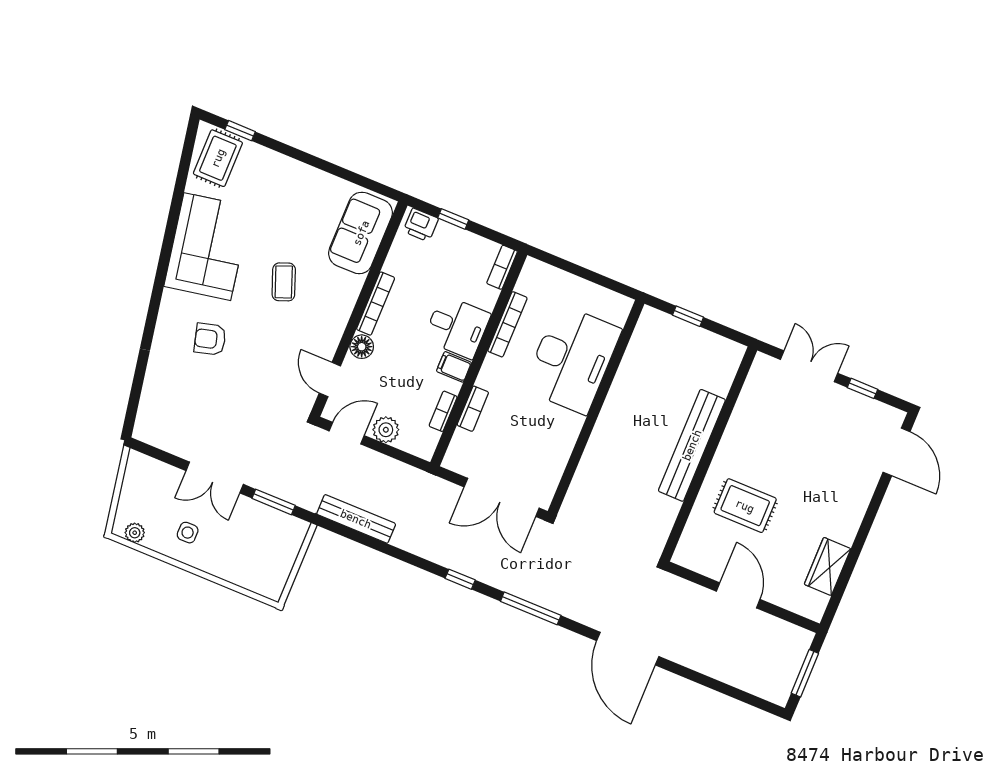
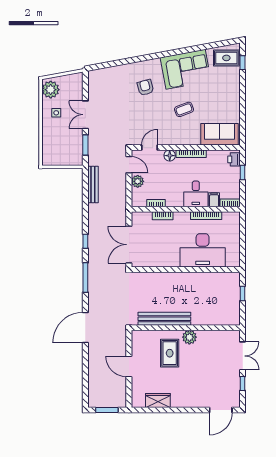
filing cabinet: (454, 367) -> (214, 200), moved
bench: (692, 445) -> (164, 319), moved
plant: (730, 454) -> (189, 337), added
plant: (135, 533) -> (51, 90), width x1.88, depth x1.88
door: (738, 595) -> (129, 366), swing flipped

